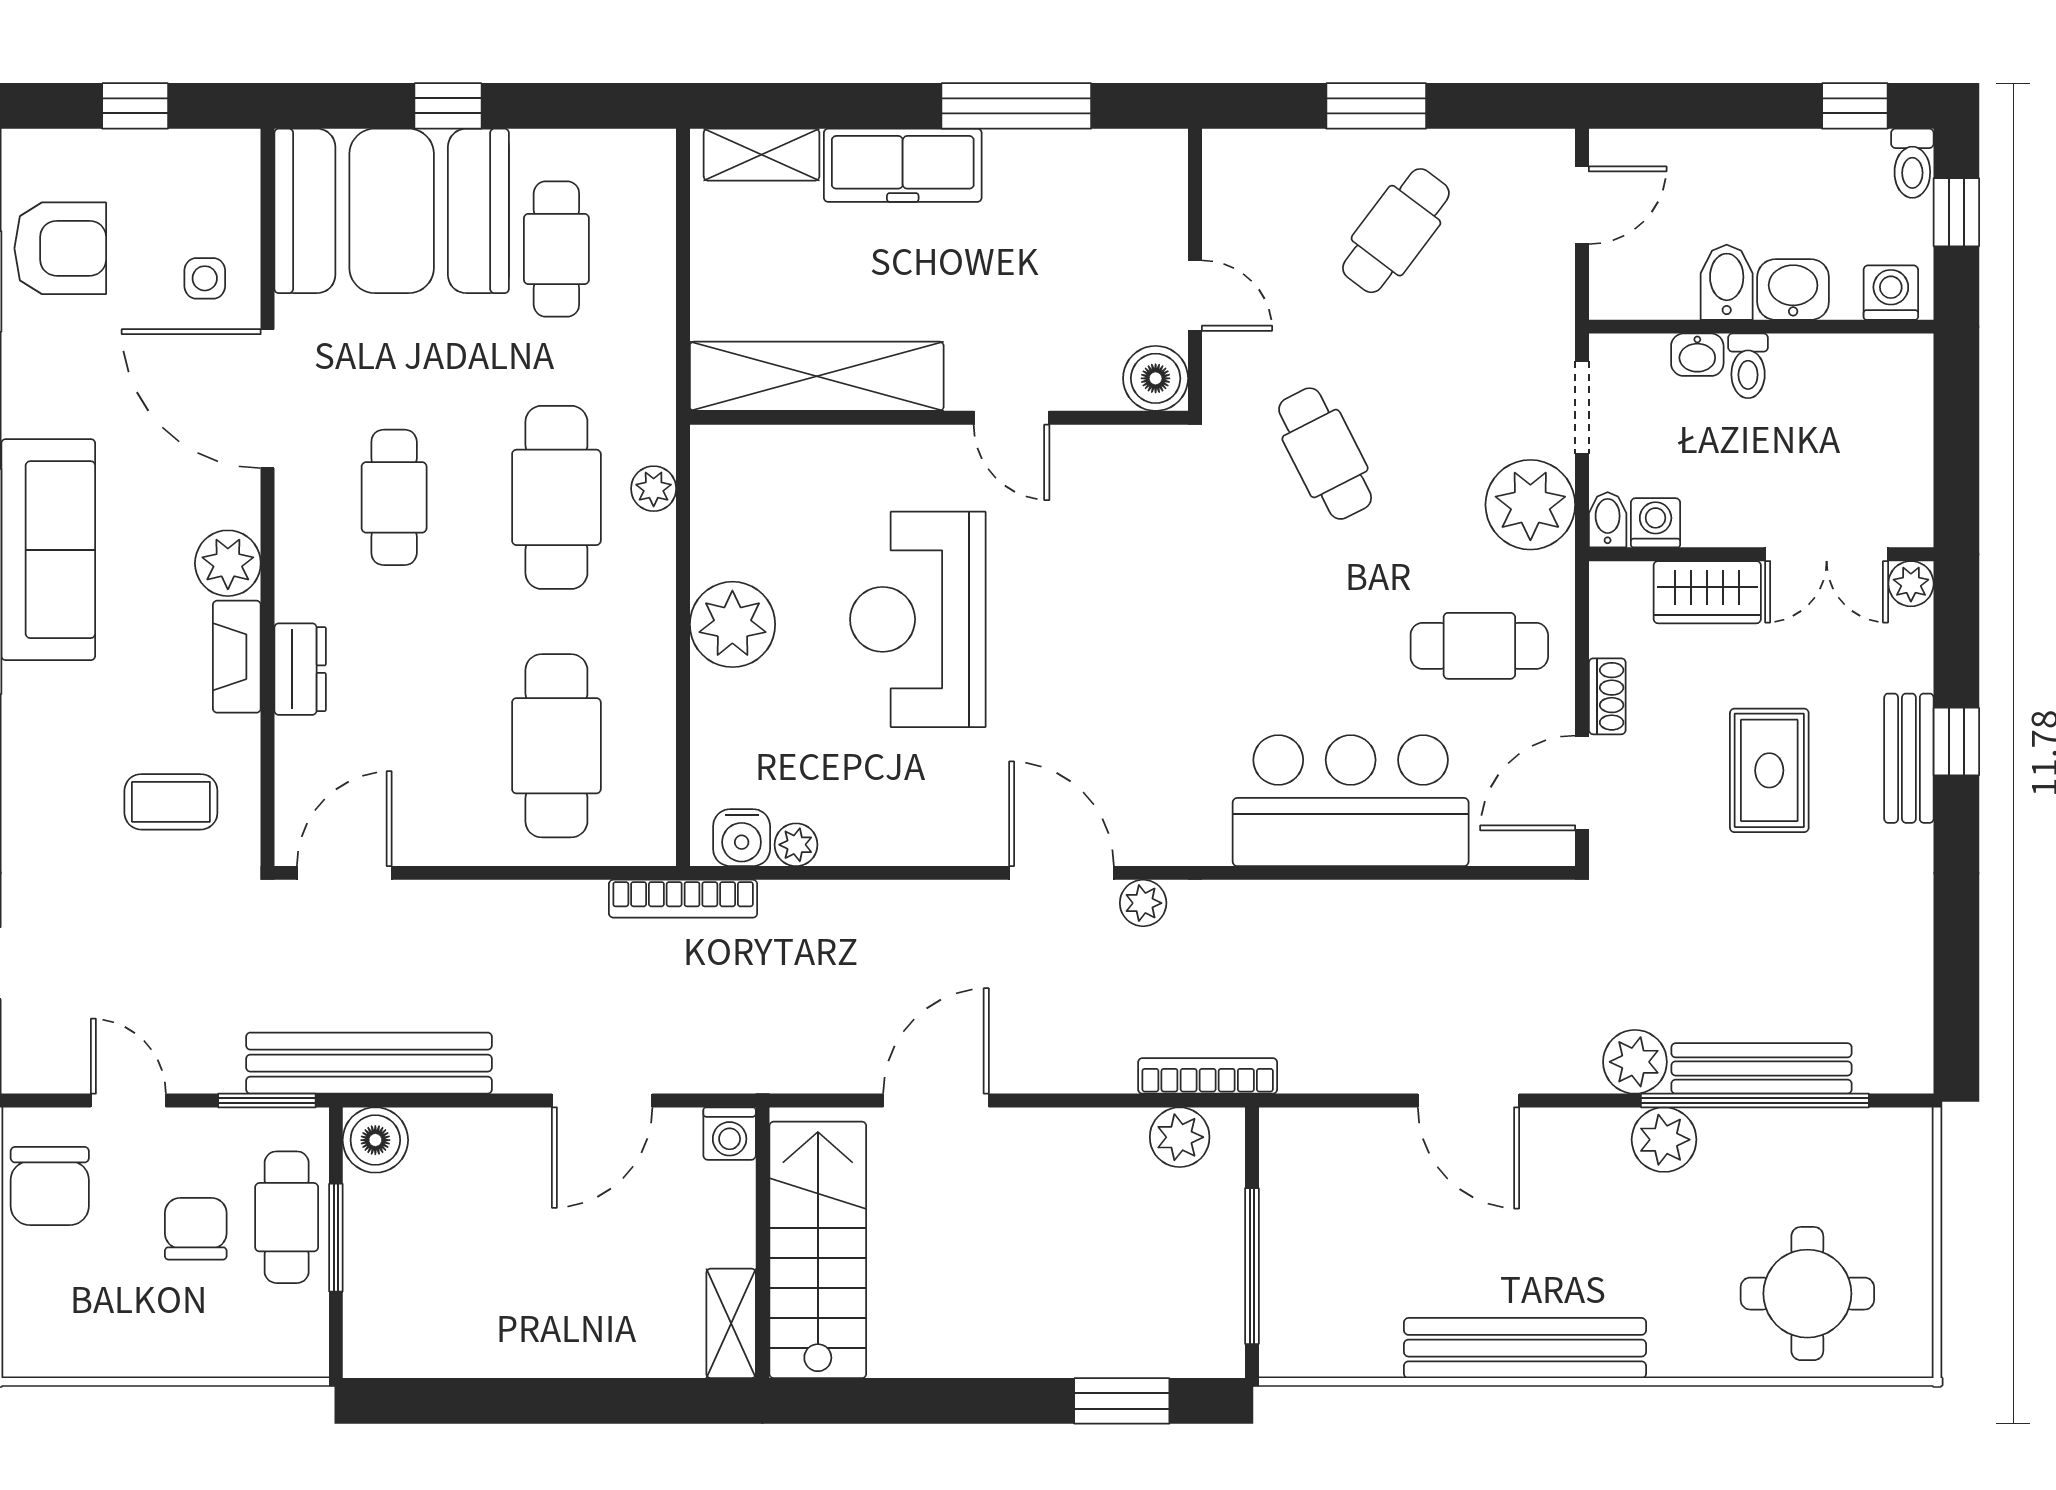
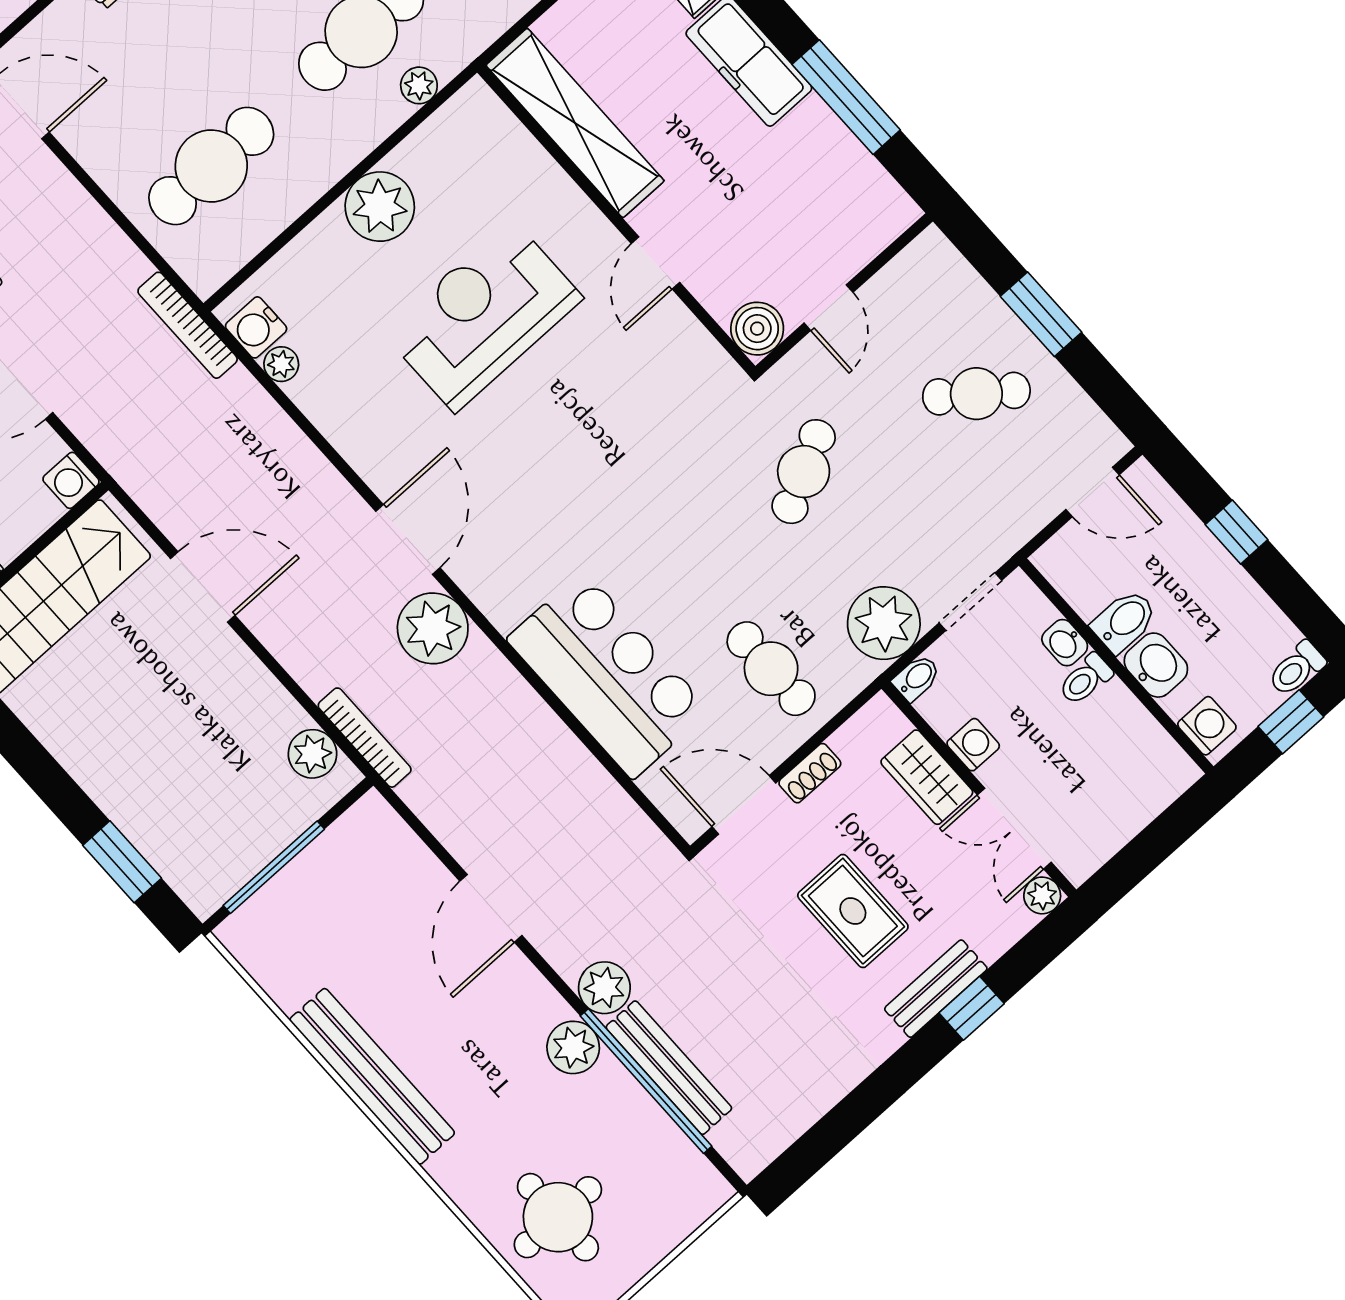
window: (1855, 106) -> (1237, 532), moved
washing machine: (1656, 523) -> (973, 745), moved
rug: (1769, 770) -> (853, 911), turned 90
plant: (1143, 903) -> (433, 628), width x1.87, depth x1.87

